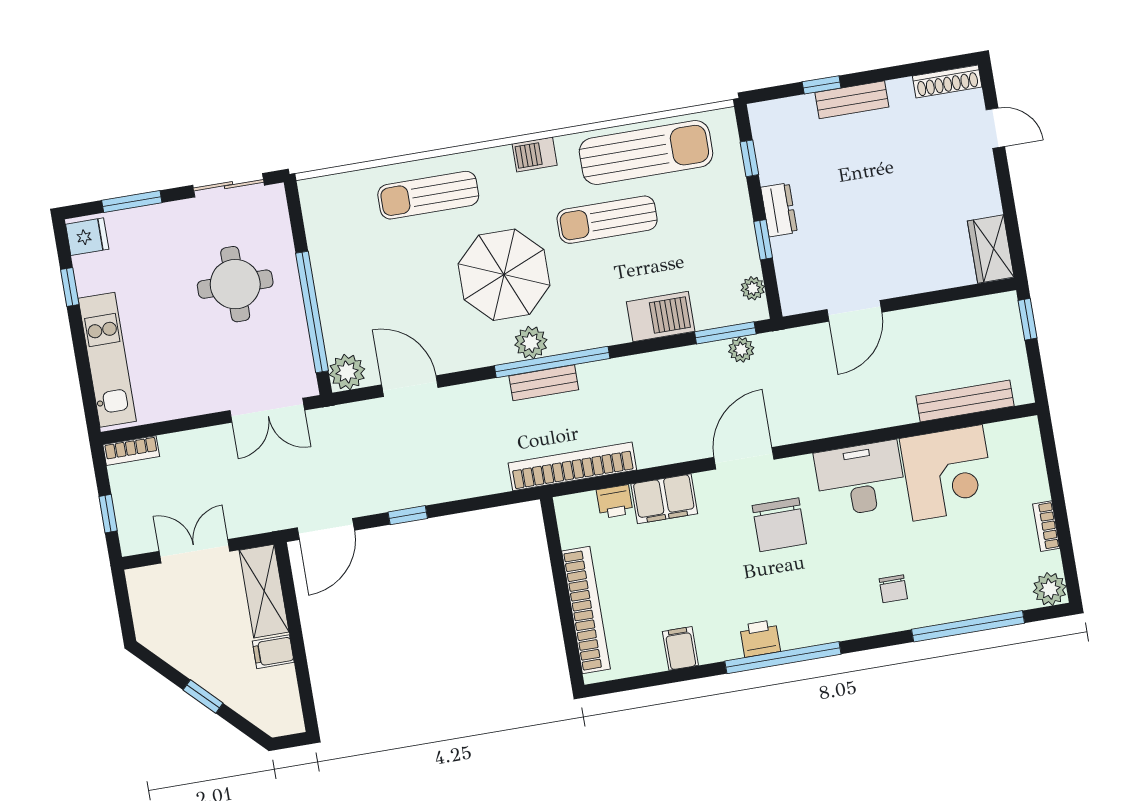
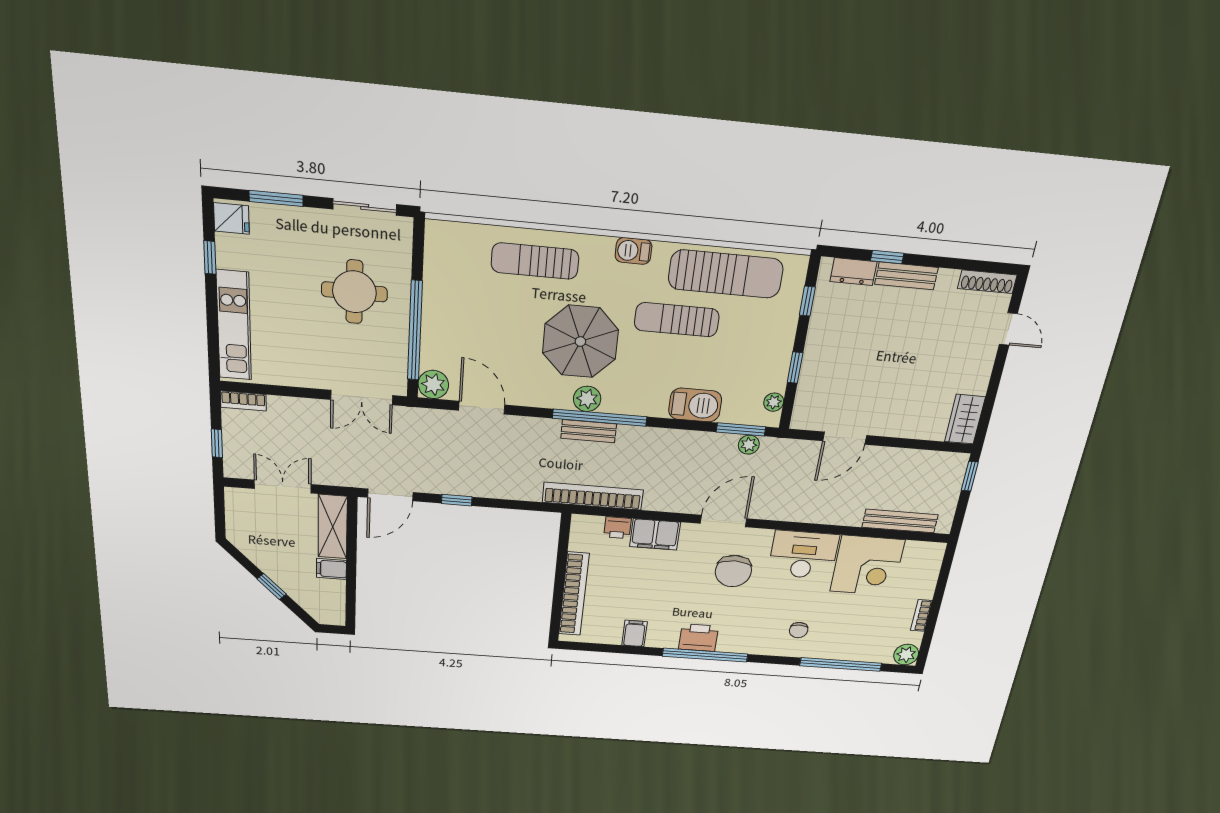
dresser: (779, 210) -> (853, 272), moved, turned 90
printer: (760, 638) -> (698, 638), width x1.36, depth x1.24

